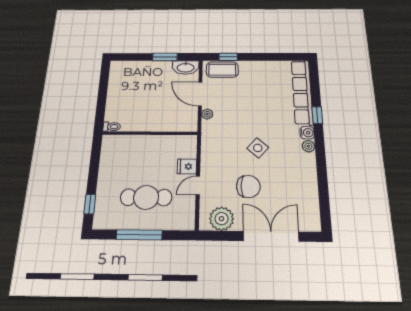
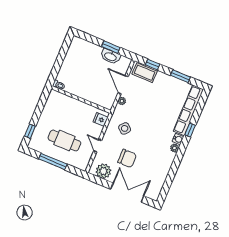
window: (271, 57) -> (180, 76), added
washbasin: (186, 67) -> (110, 56), moved
side table: (258, 148) -> (125, 128), moved
fridge: (187, 166) -> (101, 120), moved
door: (198, 185) -> (98, 146), hinge flipped

